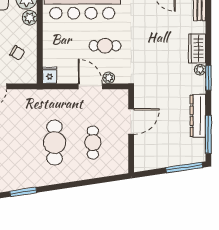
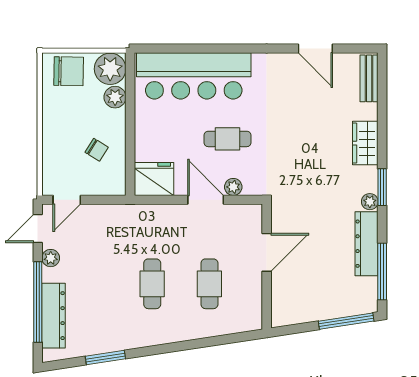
plant: (200, 70) -> (370, 202), moved
fridge: (50, 75) -> (154, 179), width x1.88, depth x1.34
cafe table: (55, 143) -> (152, 284), width x0.73, depth x0.74

